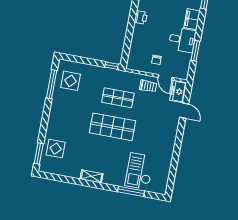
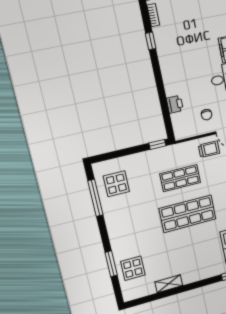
printer: (141, 17) -> (175, 104), moved
window: (39, 153) -> (111, 264), moved
shelving: (92, 176) -> (169, 284), moved

